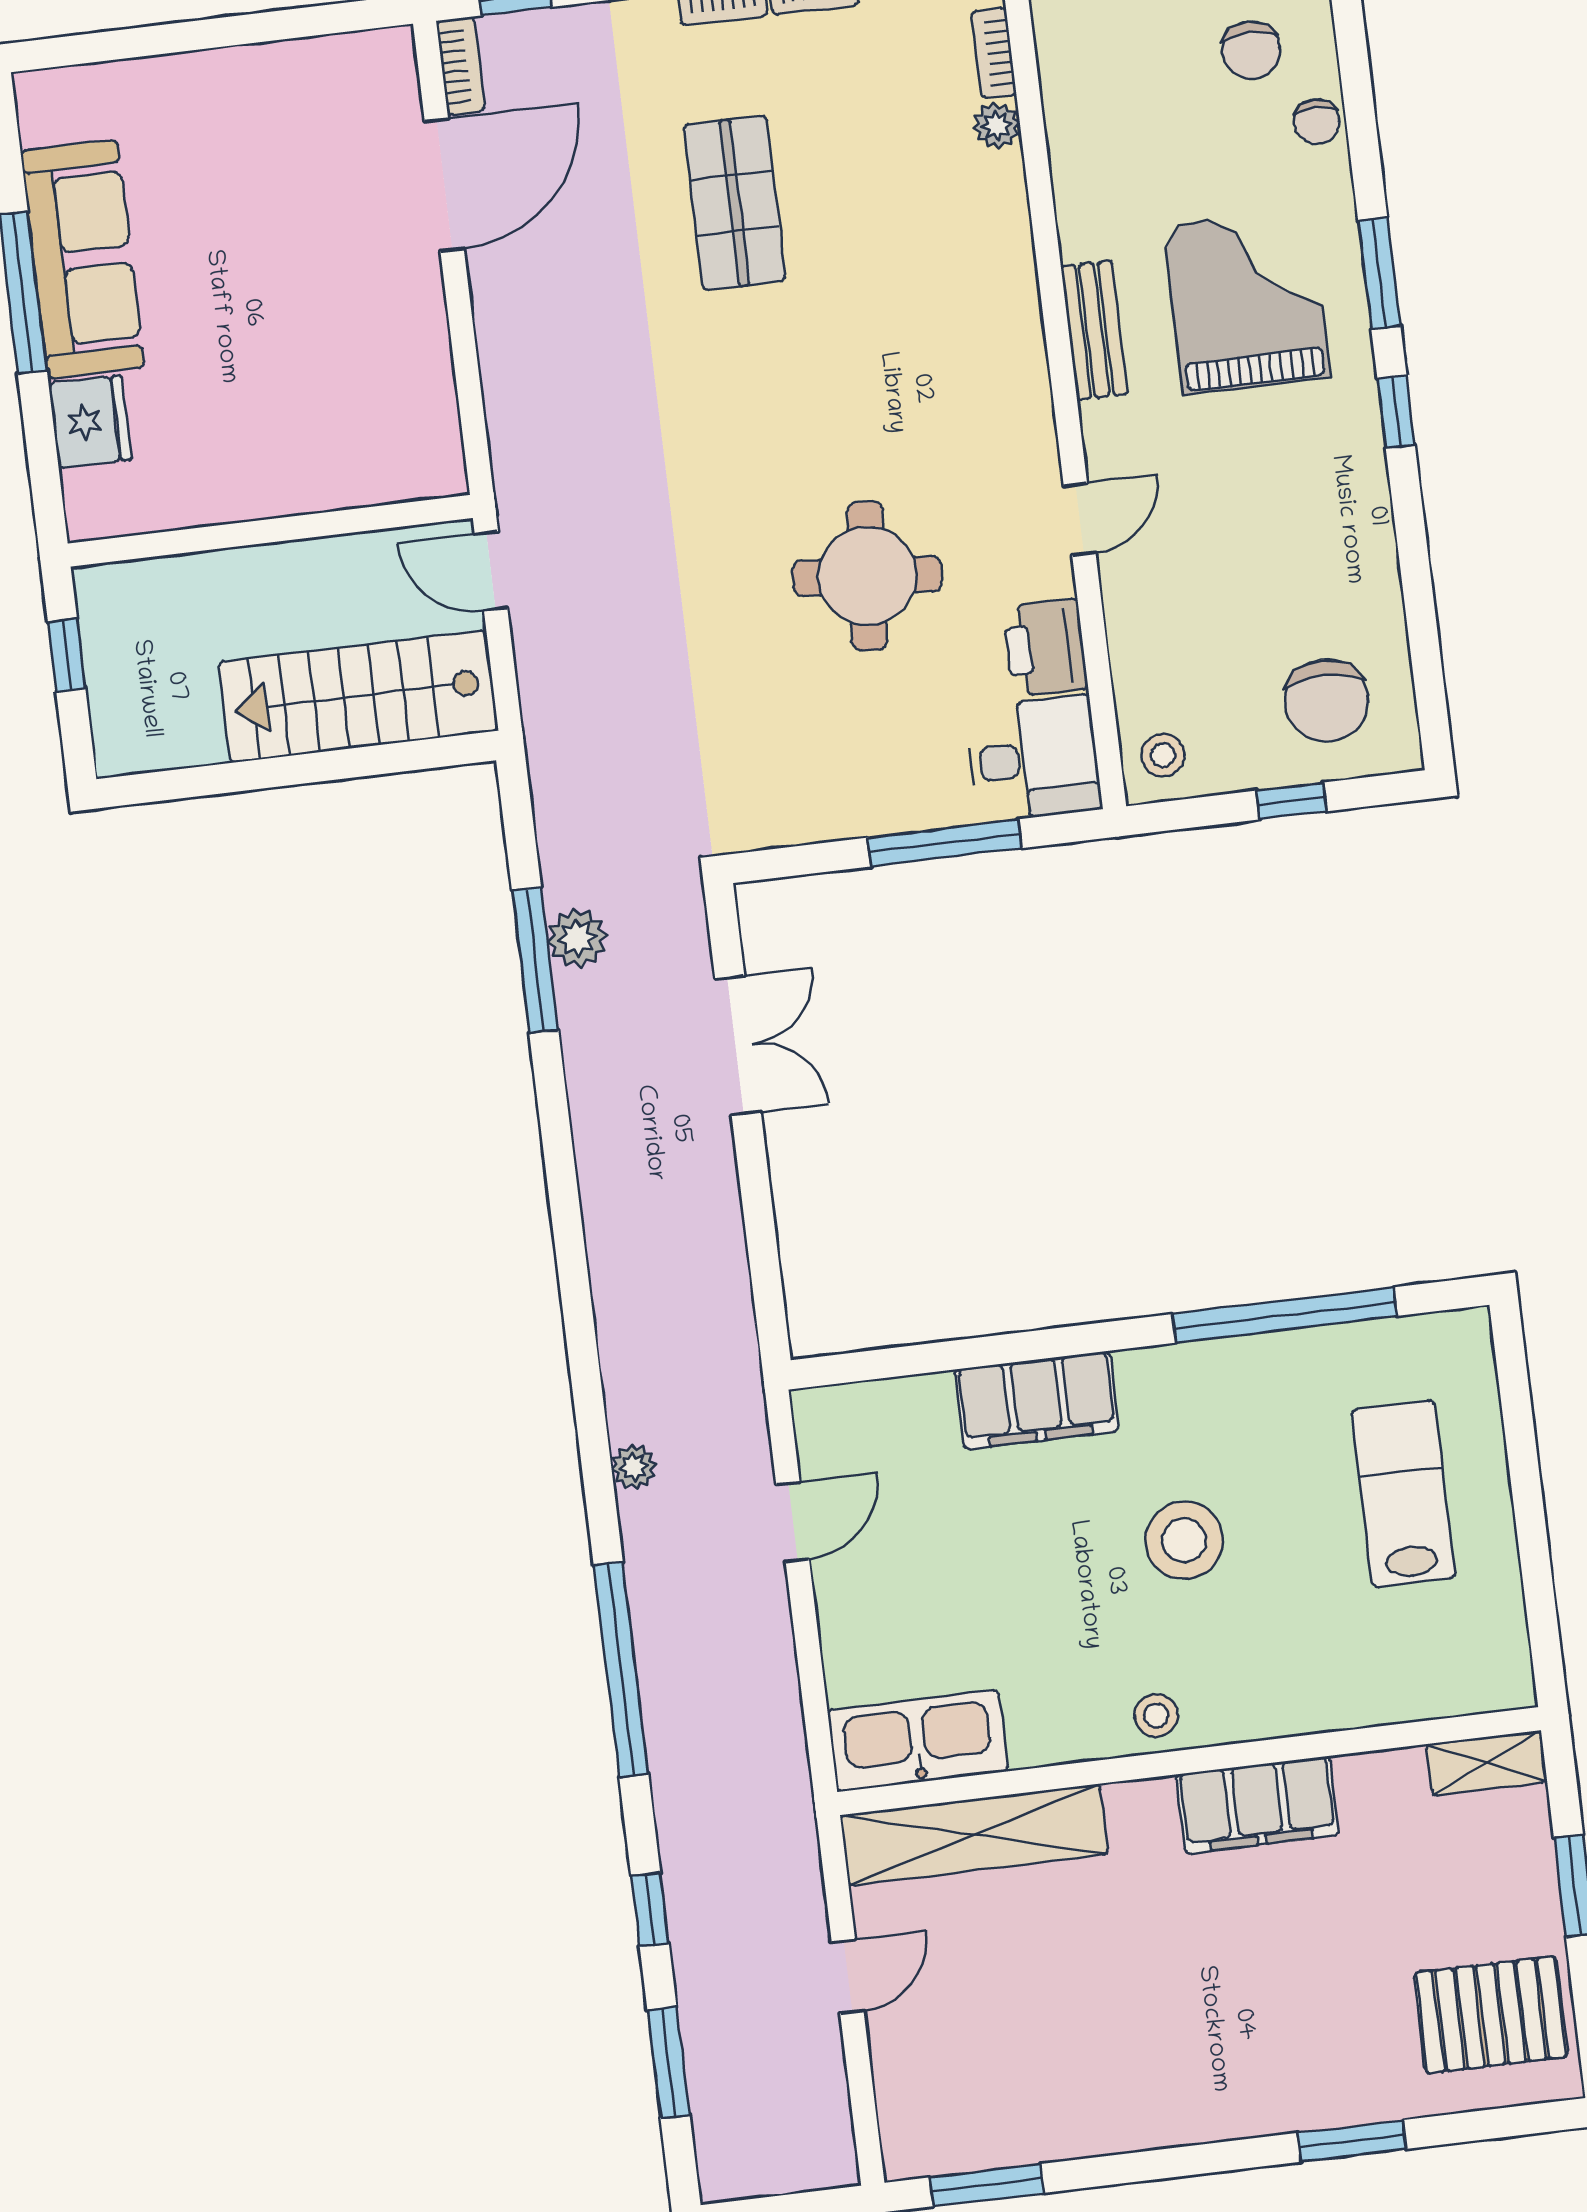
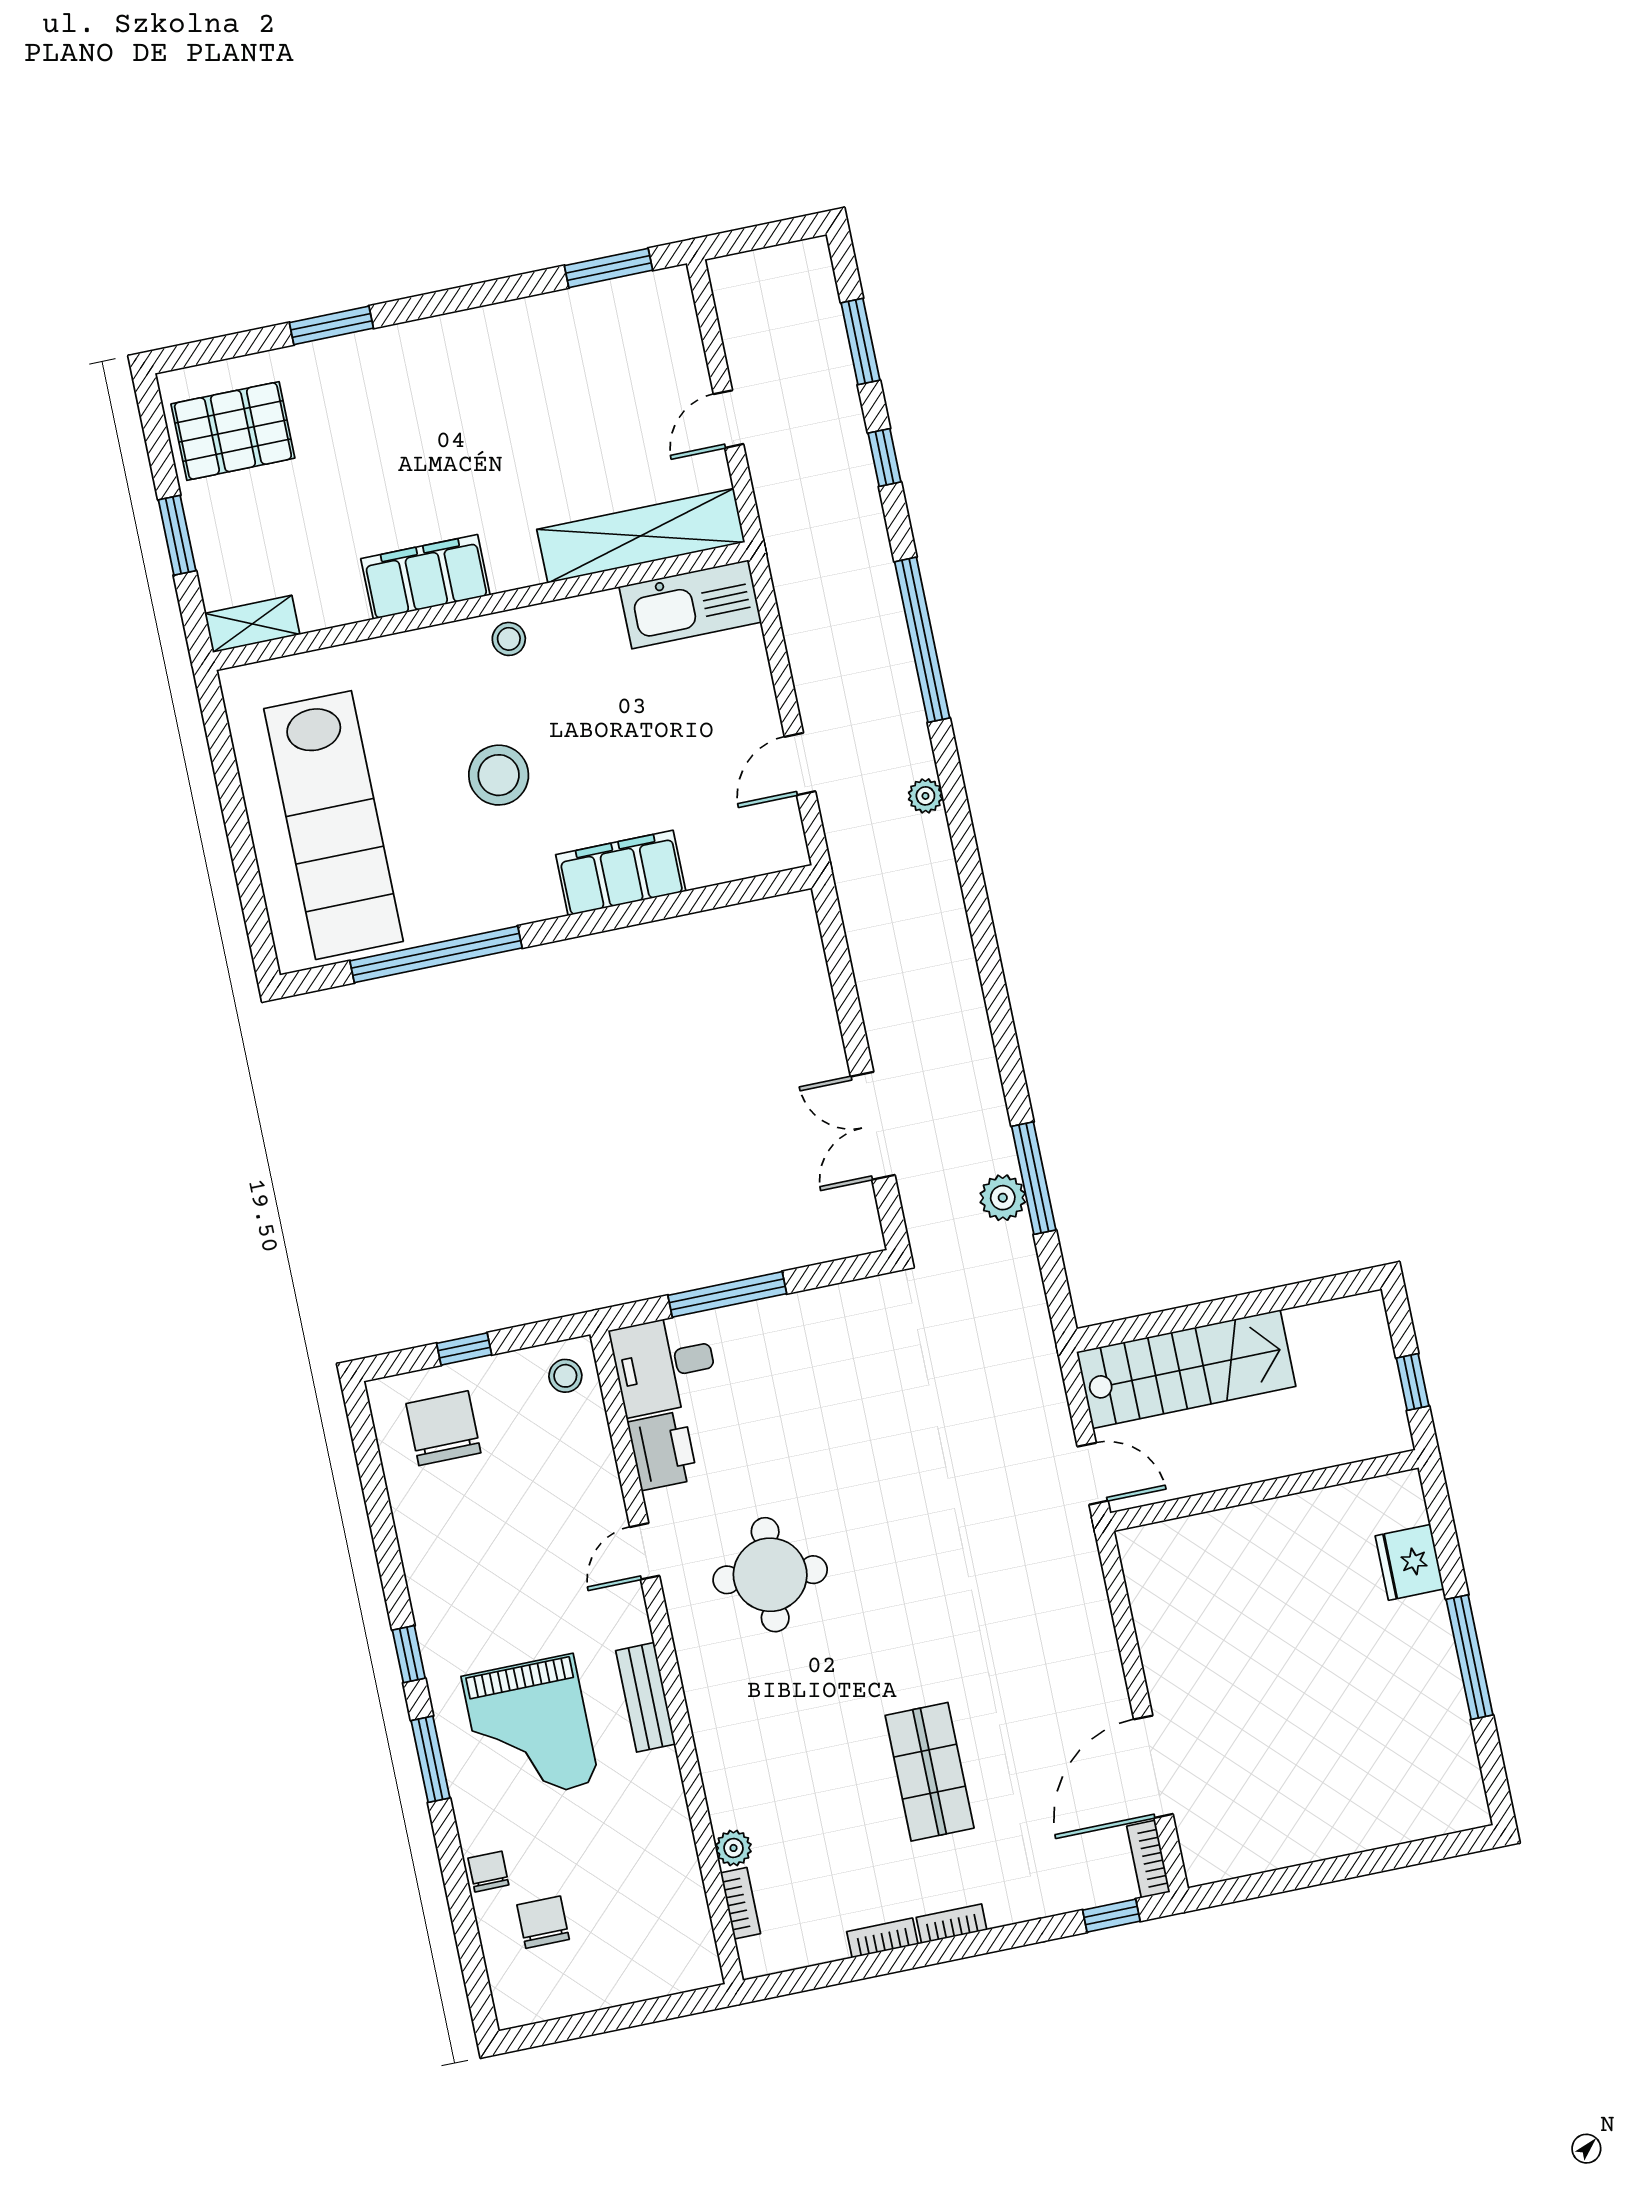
sofa: (82, 259) -> (1426, 1687), removed
round table: (867, 576) -> (770, 1575), moved
lab bench: (1403, 1494) -> (334, 825), width x1.86, depth x1.39

